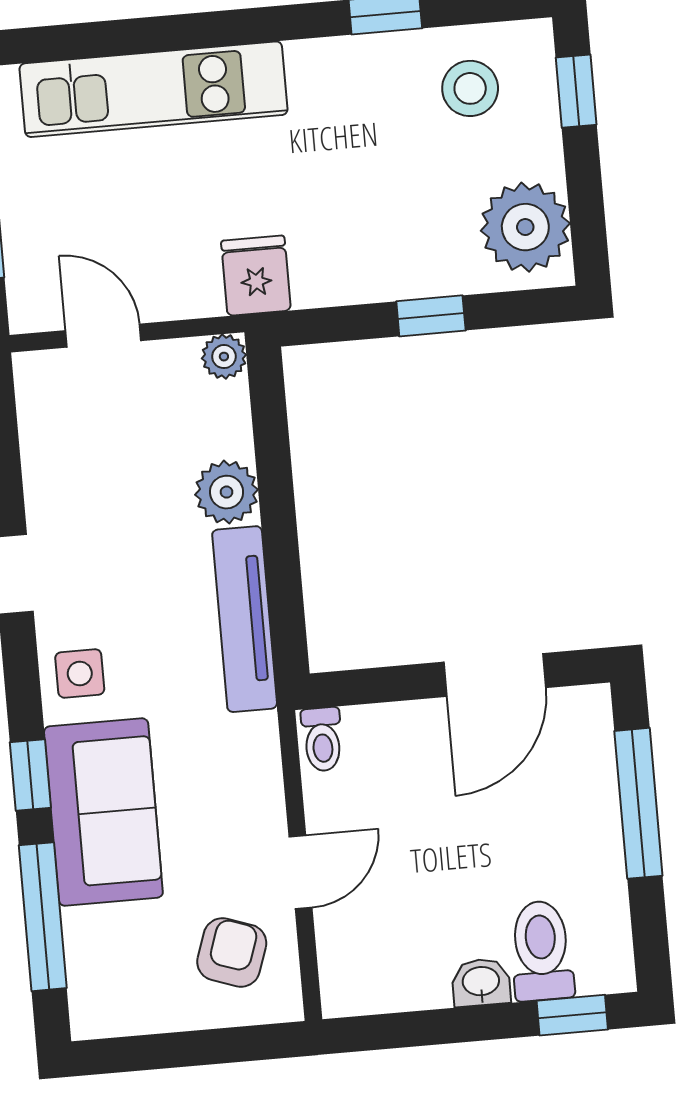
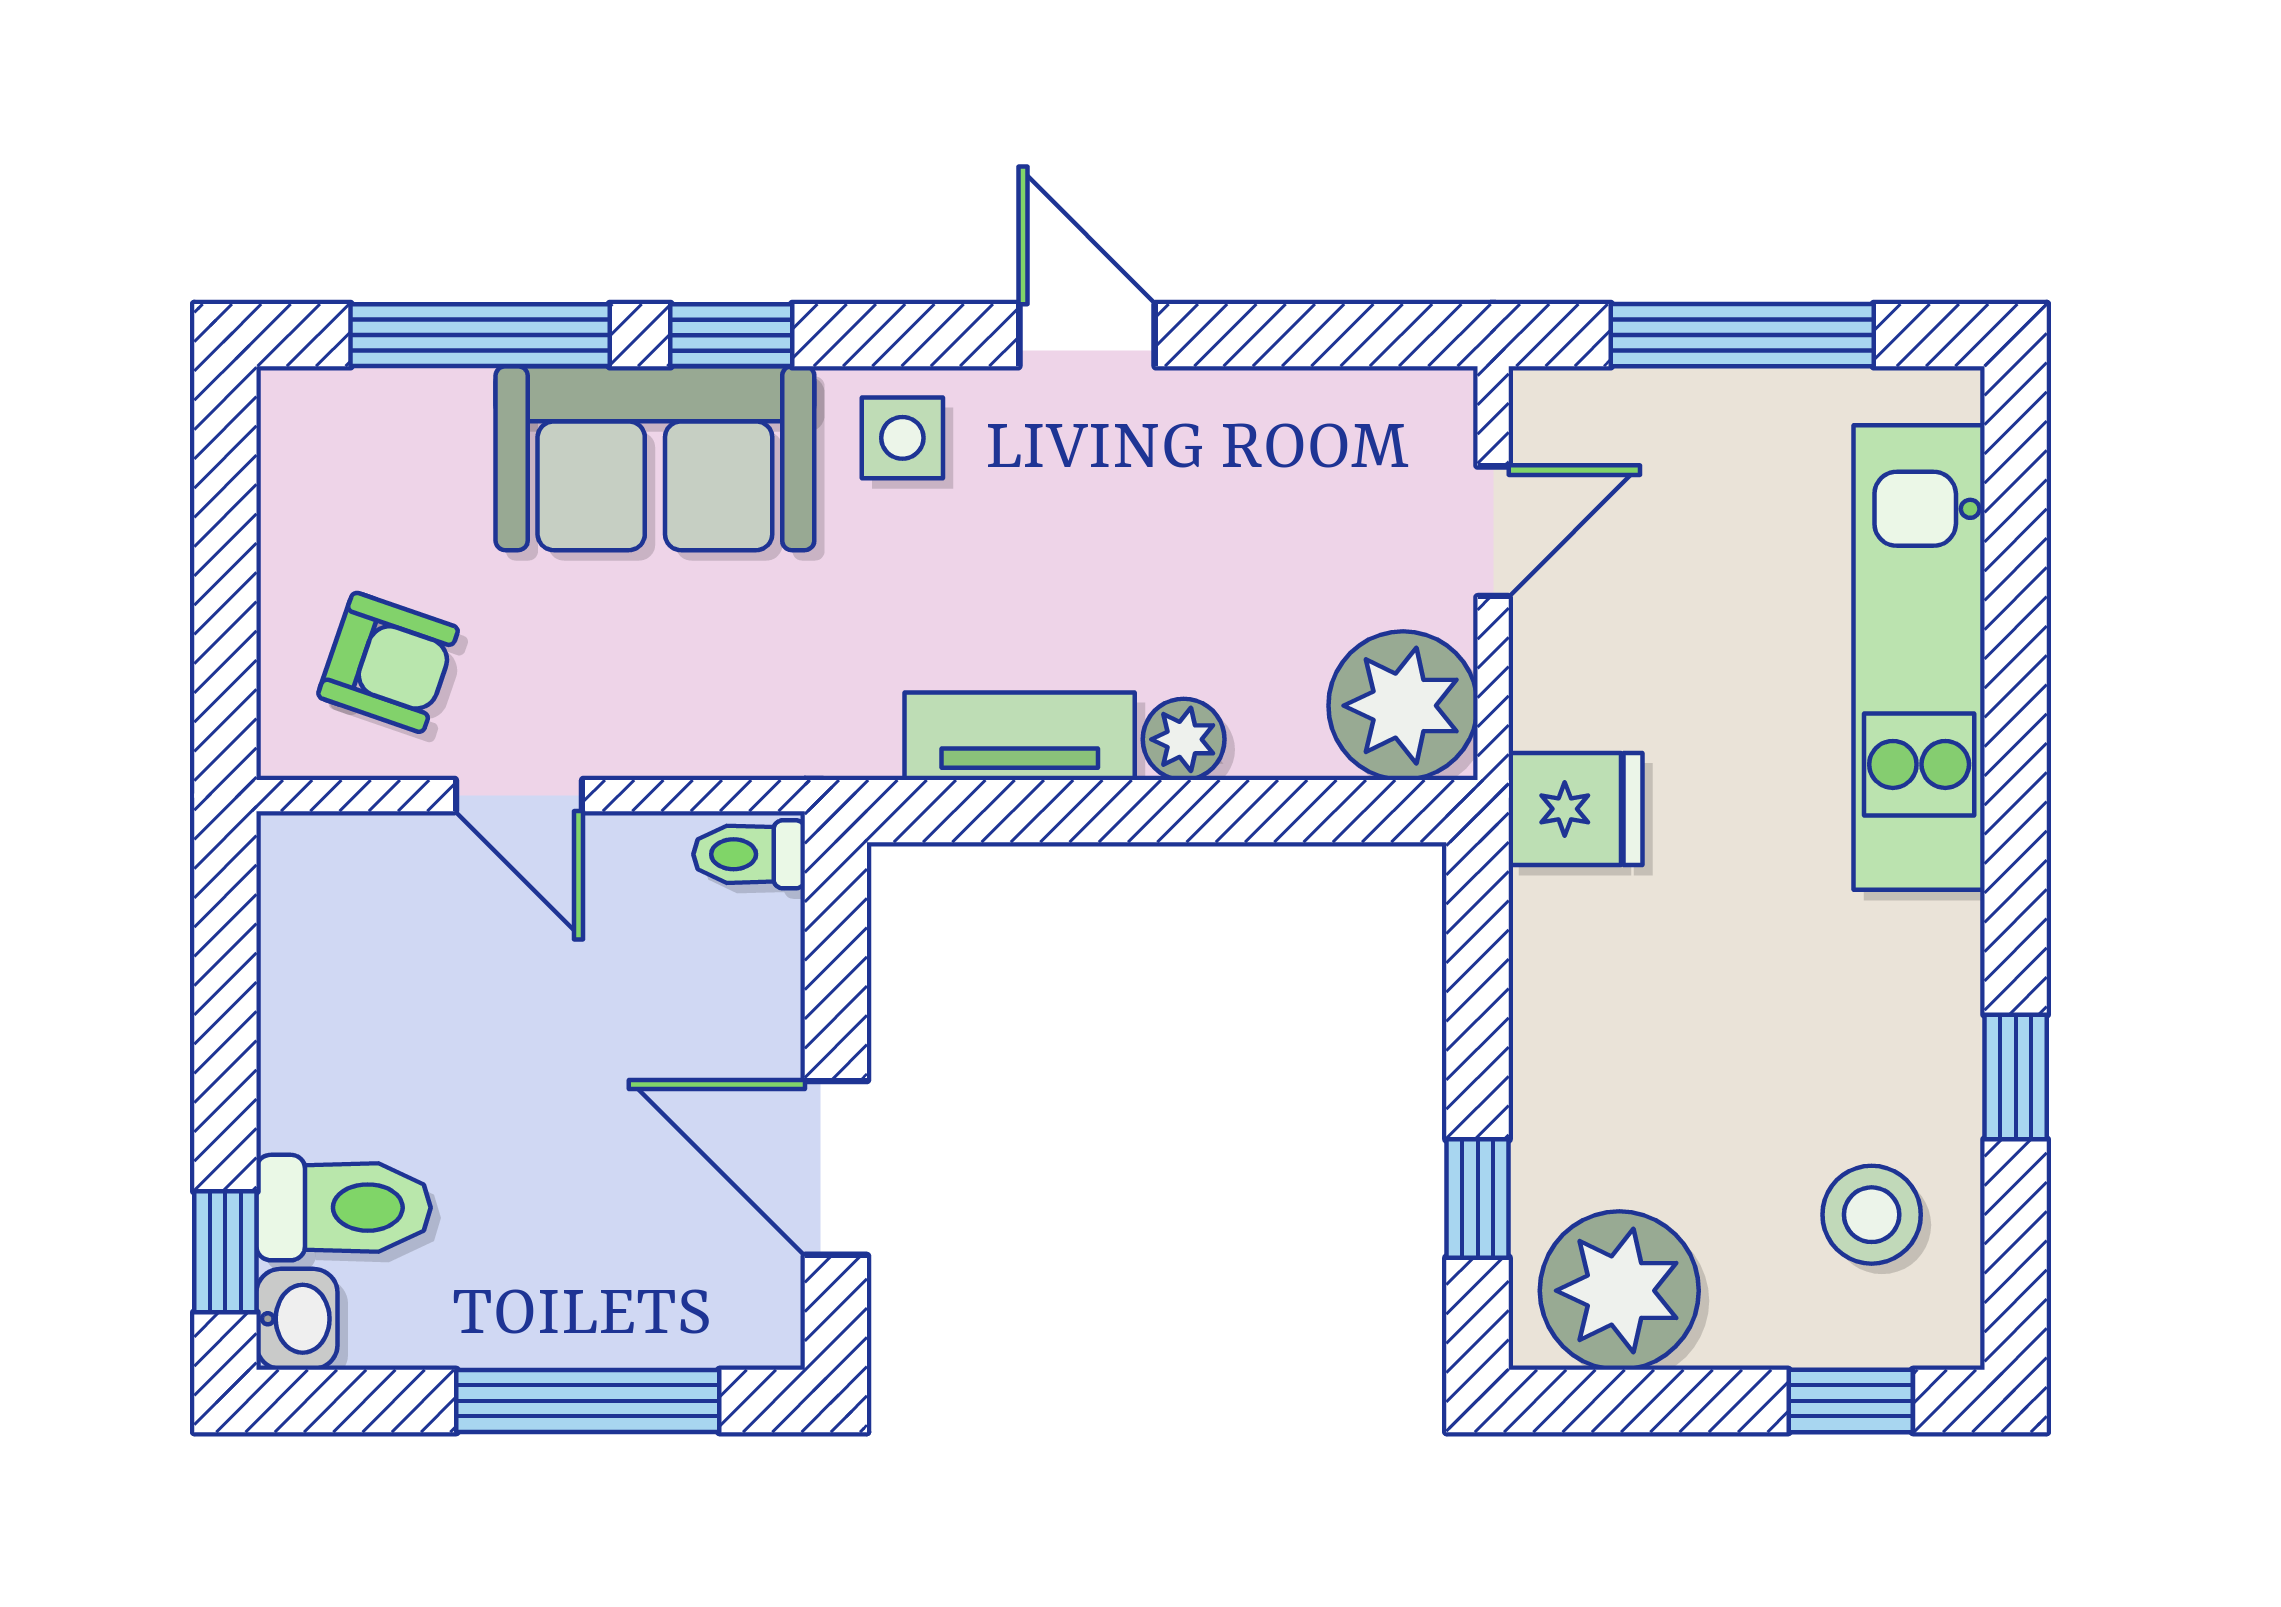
window: (431, 316) -> (1478, 1198), moved
plant: (224, 357) -> (1403, 706), width x1.88, depth x1.88
plant: (227, 492) -> (1184, 739), width x0.73, depth x0.73
tv unit: (245, 619) -> (1020, 736), width x0.71
washbasin: (481, 982) -> (297, 1319), moved

